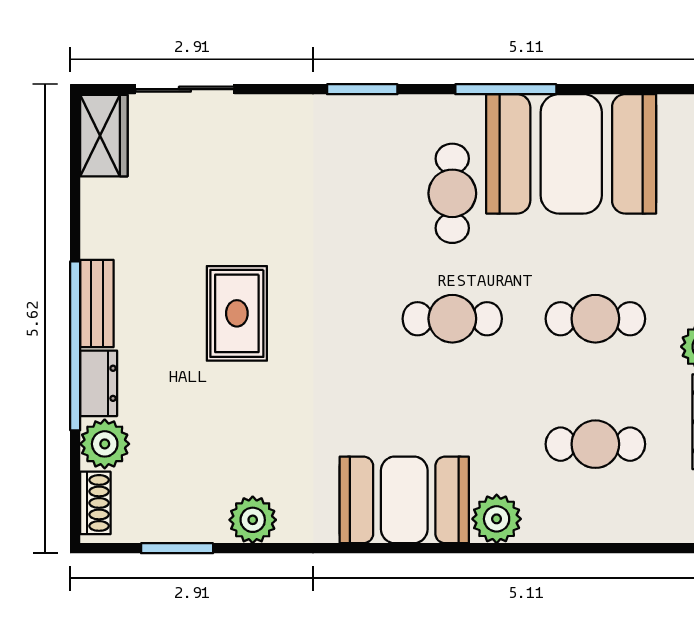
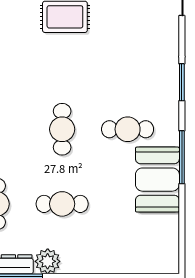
booth: (571, 154) -> (157, 180), width x0.73, depth x0.70
cafe table: (595, 319) -> (62, 204), turned 90

